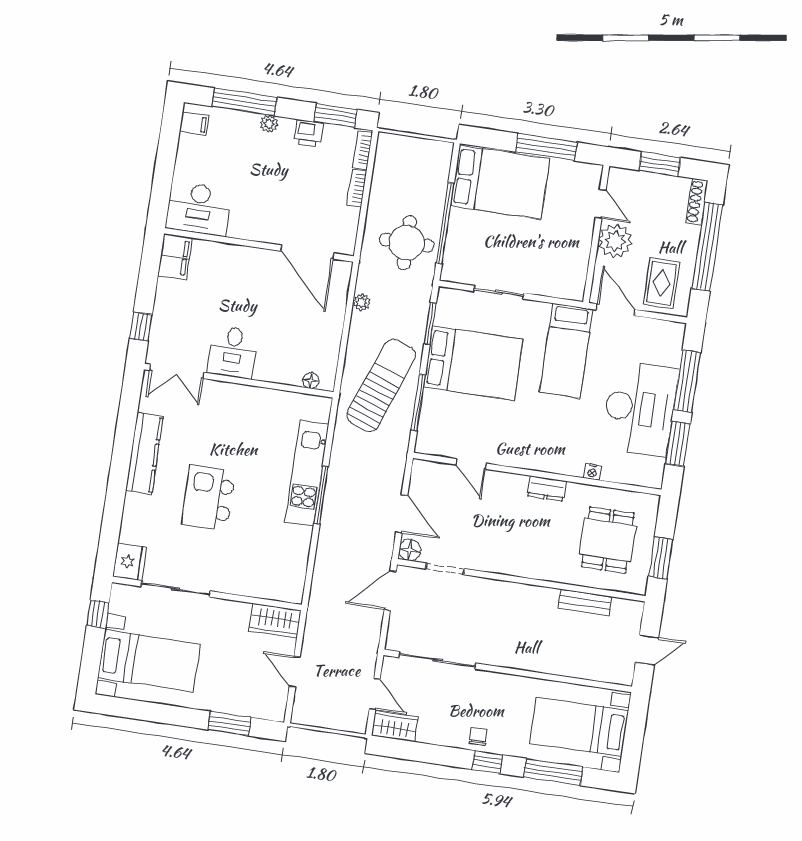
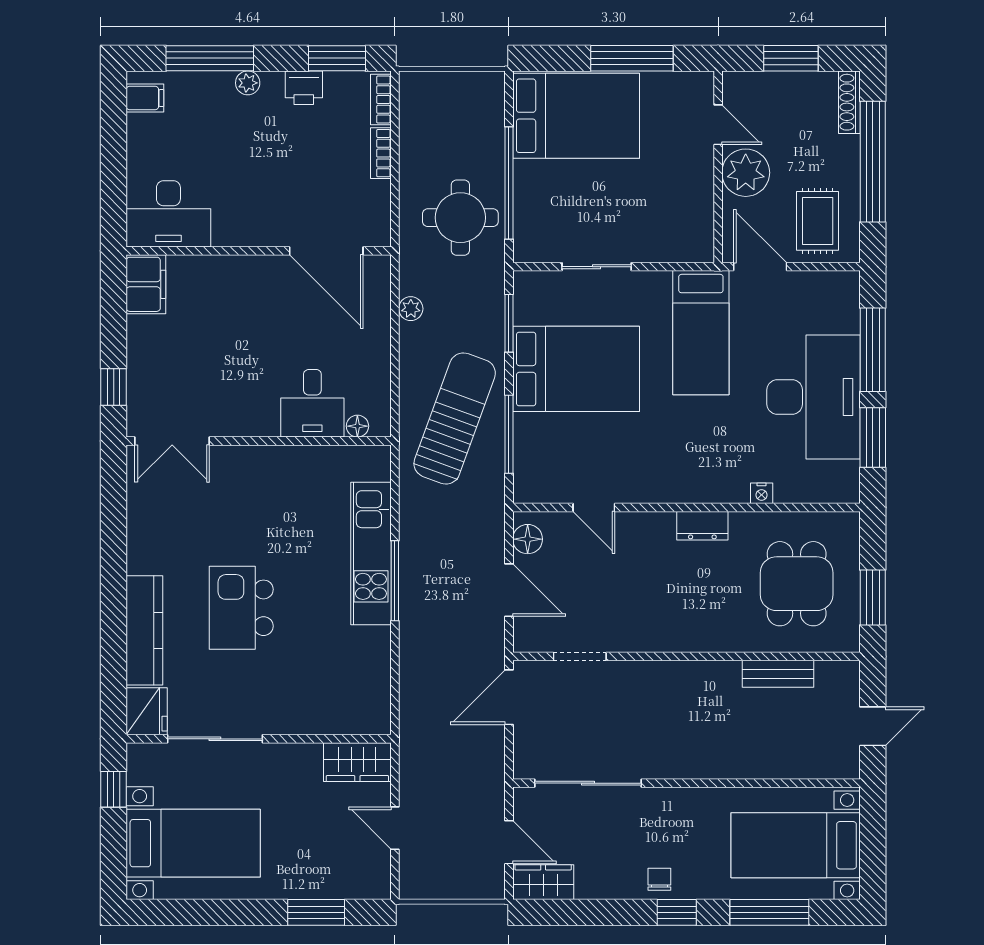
desk: (233, 352) -> (312, 403), moved
kitchen counter: (144, 453) -> (144, 630), moved
floor lamp: (410, 550) -> (528, 539), moved

